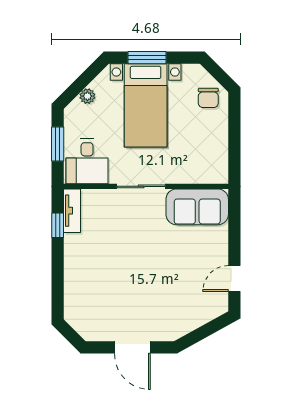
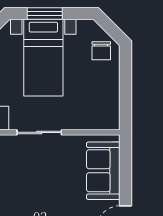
sofa: (197, 207) -> (103, 171), moved, turned 90

